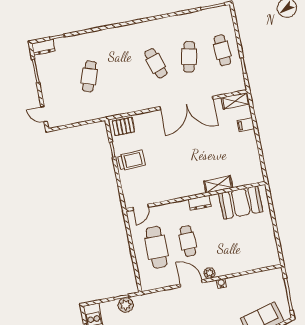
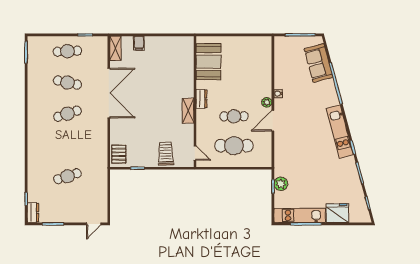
cafe table: (89, 76) -> (67, 176), turned -36
trolley: (131, 160) -> (166, 154), moved
shelving: (218, 184) -> (188, 111), moved

